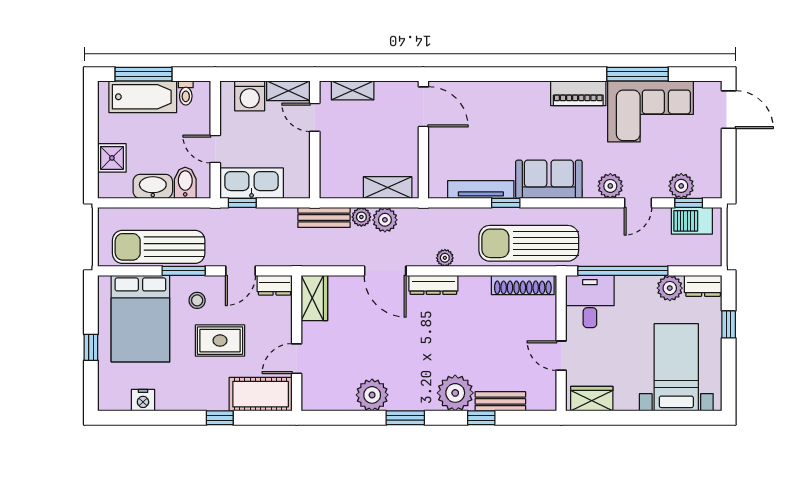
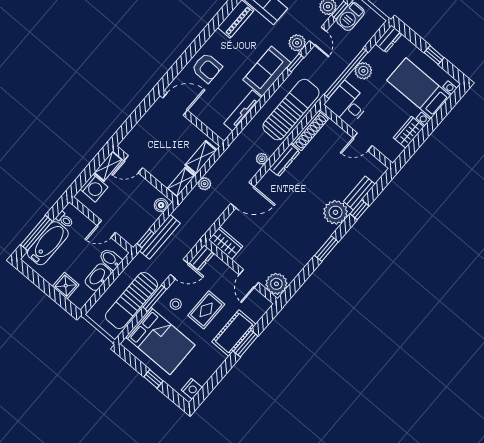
shelving: (353, 90) -> (181, 182), moved
armchair: (495, 108) -> (207, 68), added
kitchen sink: (252, 183) -> (139, 225), removed
boiler: (295, 188) -> (161, 205), added
window: (506, 203) -> (295, 63), moved
bench: (324, 217) -> (160, 237), moved, width x1.36
plant: (385, 220) -> (216, 173), removed
sun lounger: (529, 243) -> (291, 110), turned 180
door: (240, 271) -> (179, 269), hinge flipped
dresser: (433, 285) -> (285, 160), moved
plant: (670, 288) -> (363, 71), moved
window: (729, 324) -> (434, 55), moved
cot: (261, 394) -> (234, 333), moved
plant: (372, 395) -> (276, 284), moved
wardrobe: (592, 399) -> (409, 132), moved
nightstand: (143, 400) -> (192, 389), moved
window: (220, 418) -> (246, 344), width x1.50

